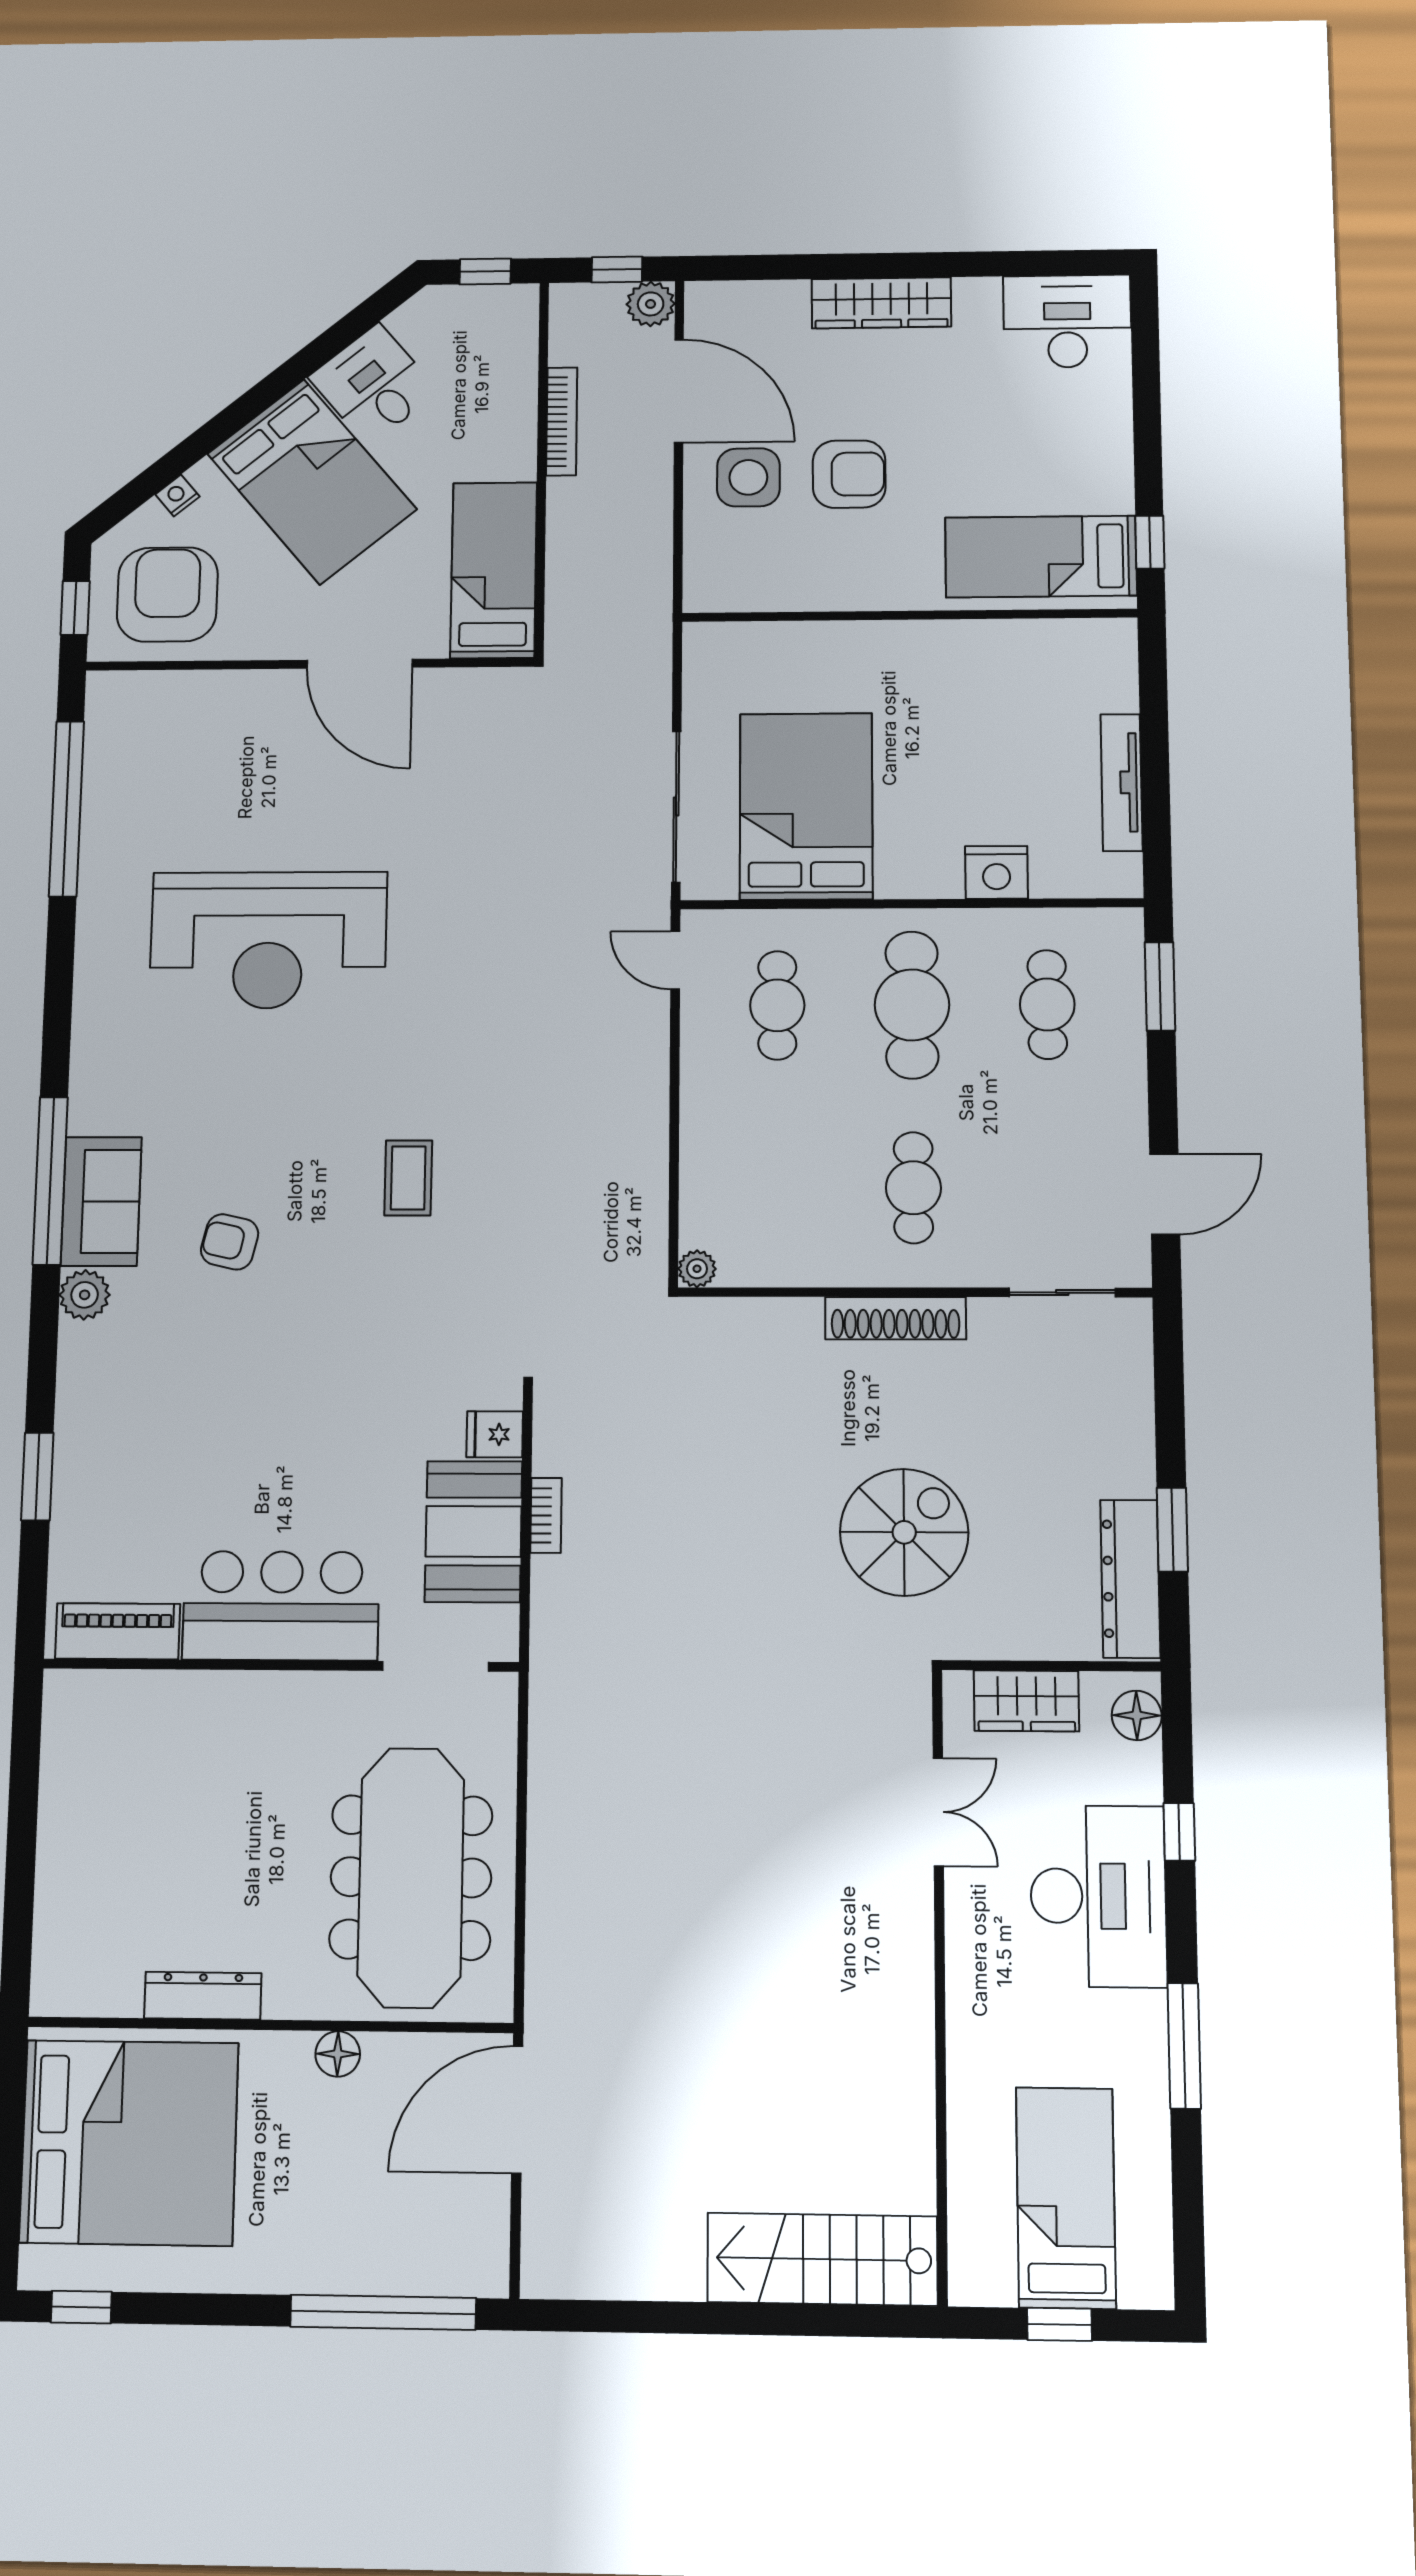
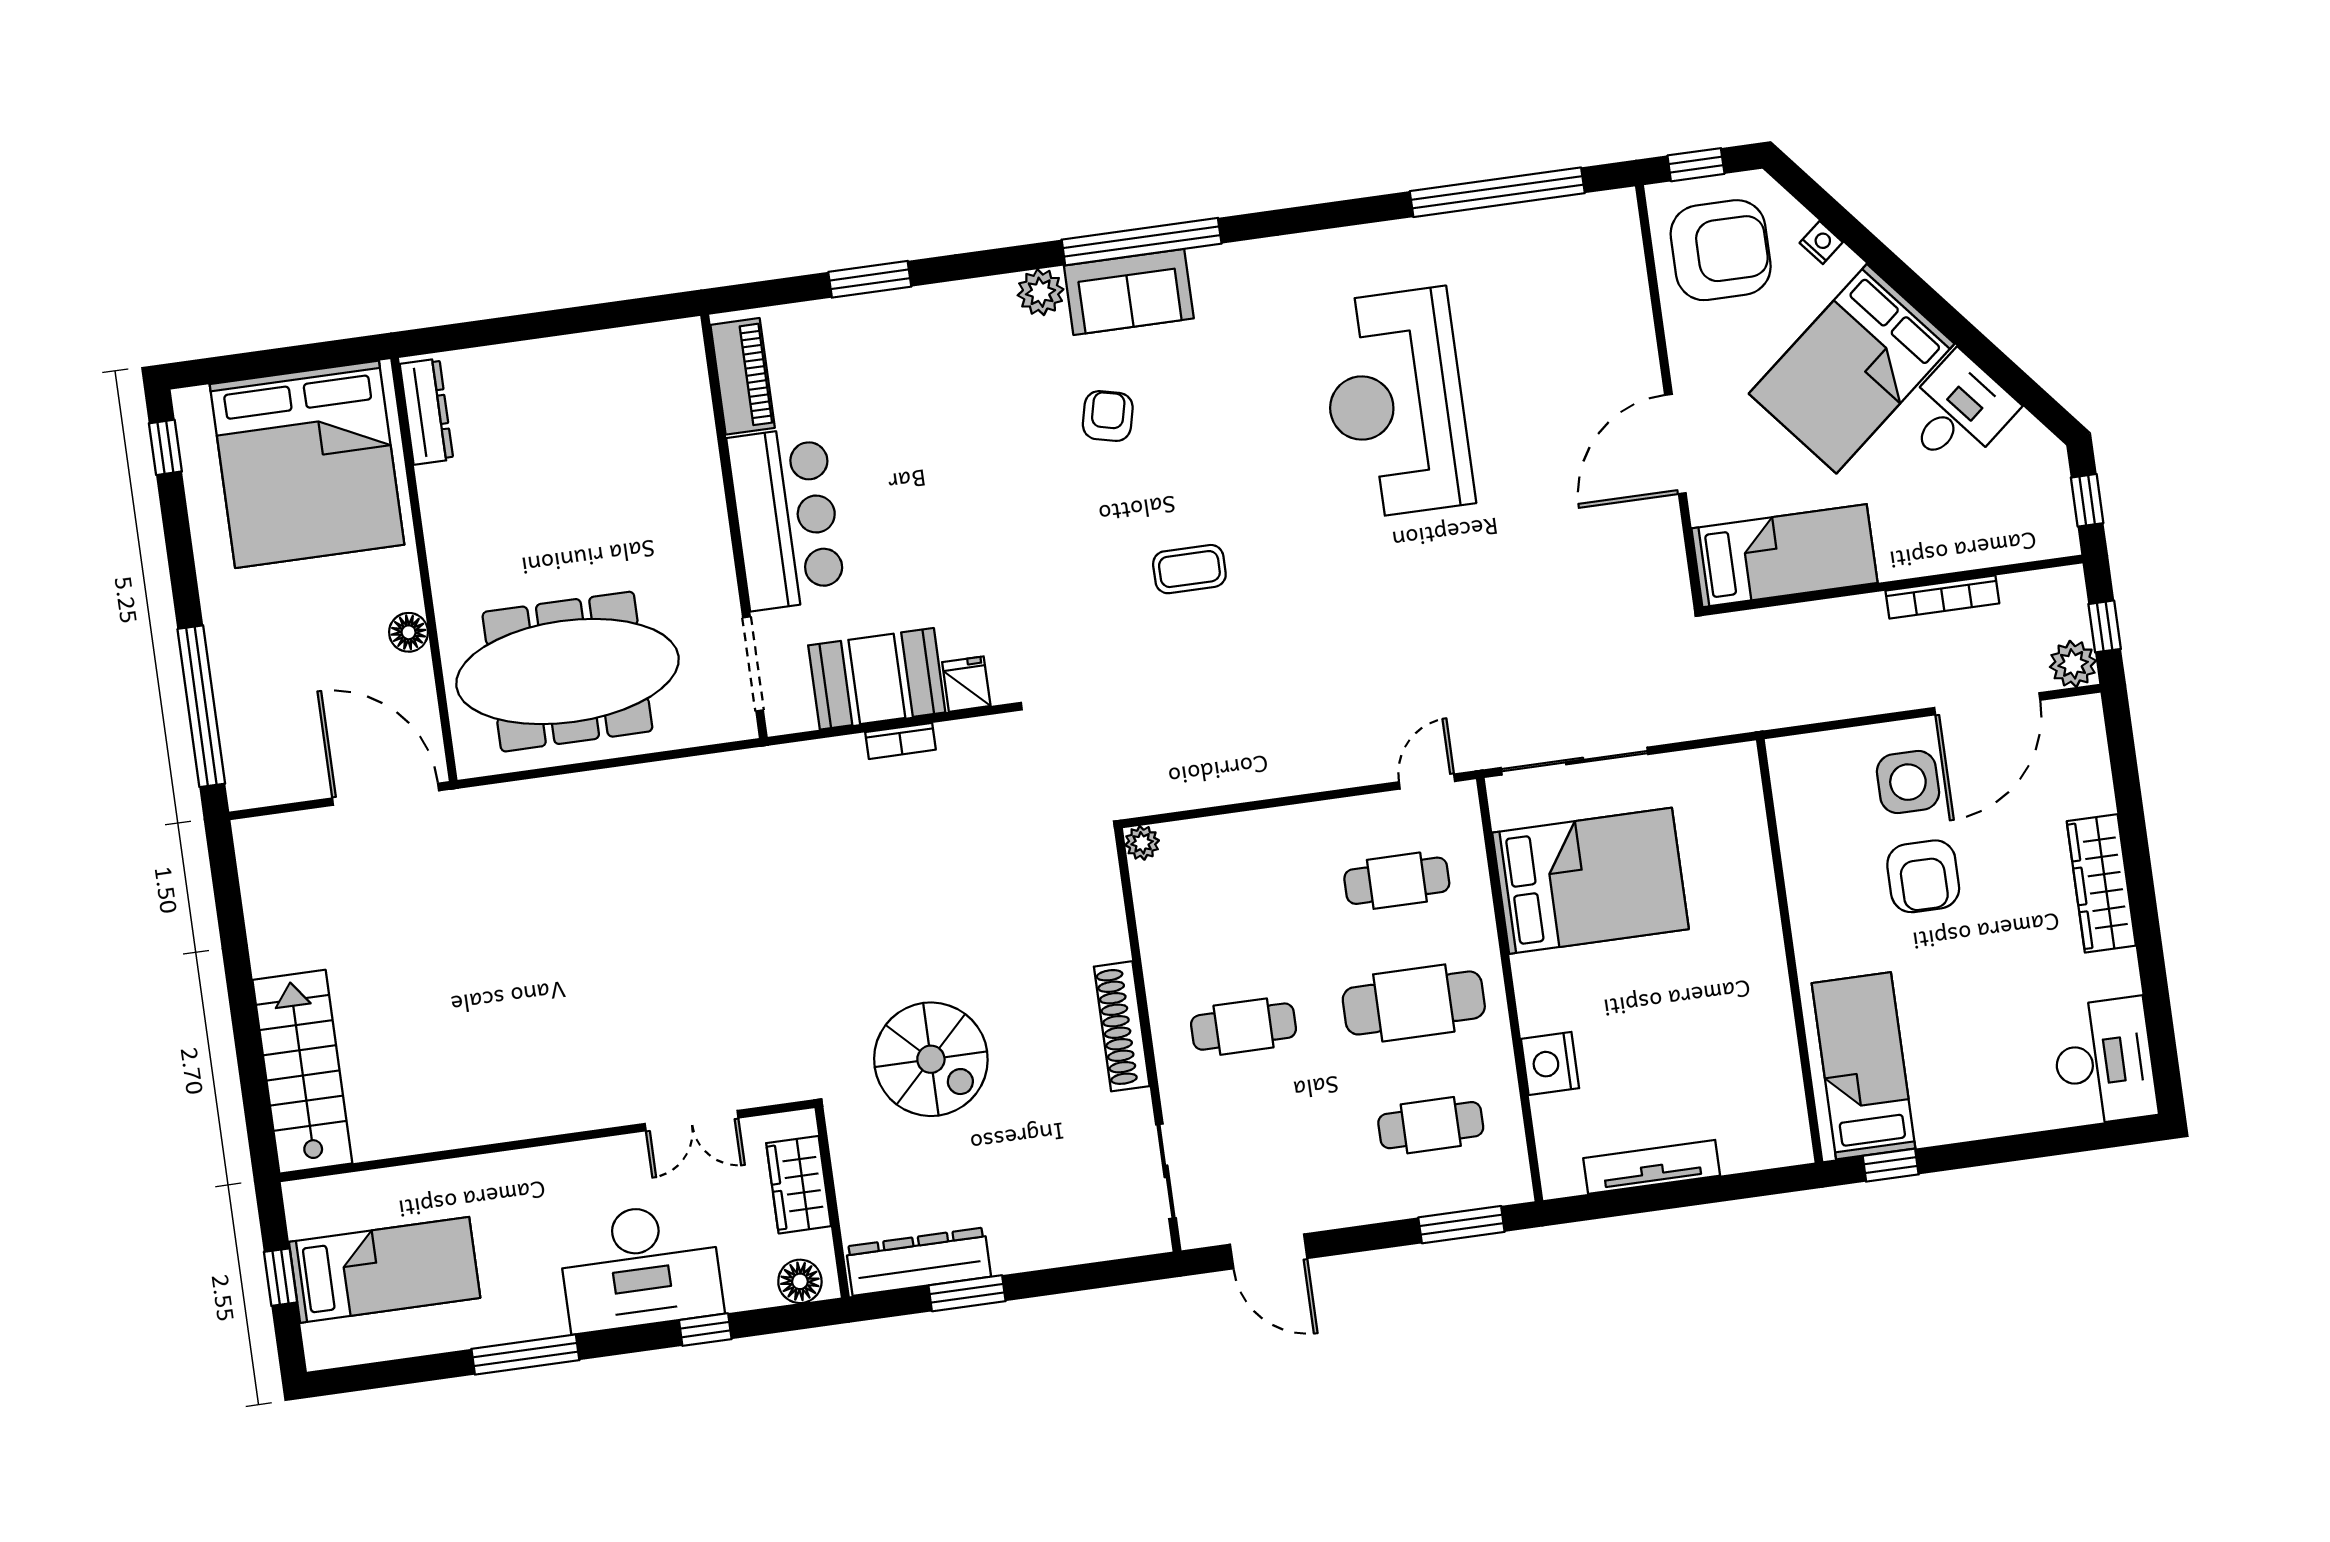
dresser: (203, 1996) -> (426, 412), moved

